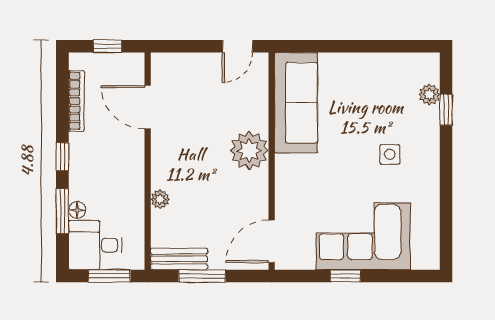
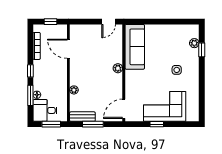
plant: (249, 151) -> (118, 68), width x0.53, depth x0.53

